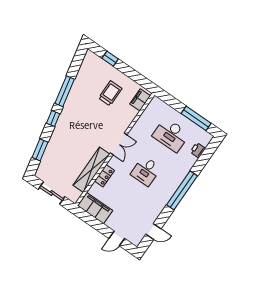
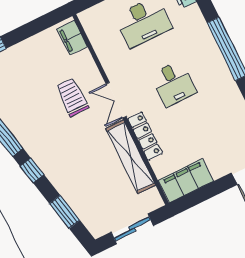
trolley: (110, 93) -> (72, 97), moved
double door: (119, 144) -> (116, 100), swing flipped
locker: (104, 176) -> (145, 136), width x1.53

